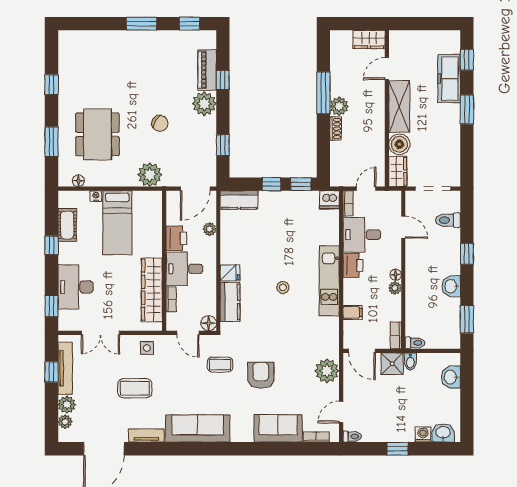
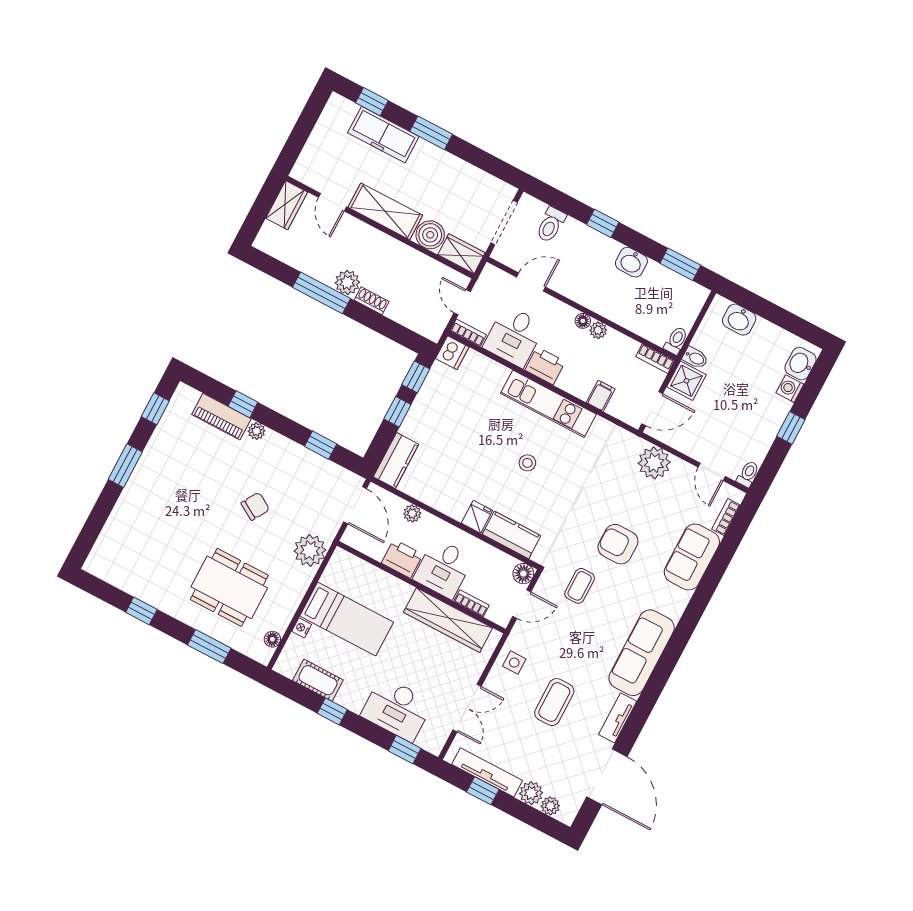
plant: (204, 104) -> (257, 431), width x0.53, depth x0.53

